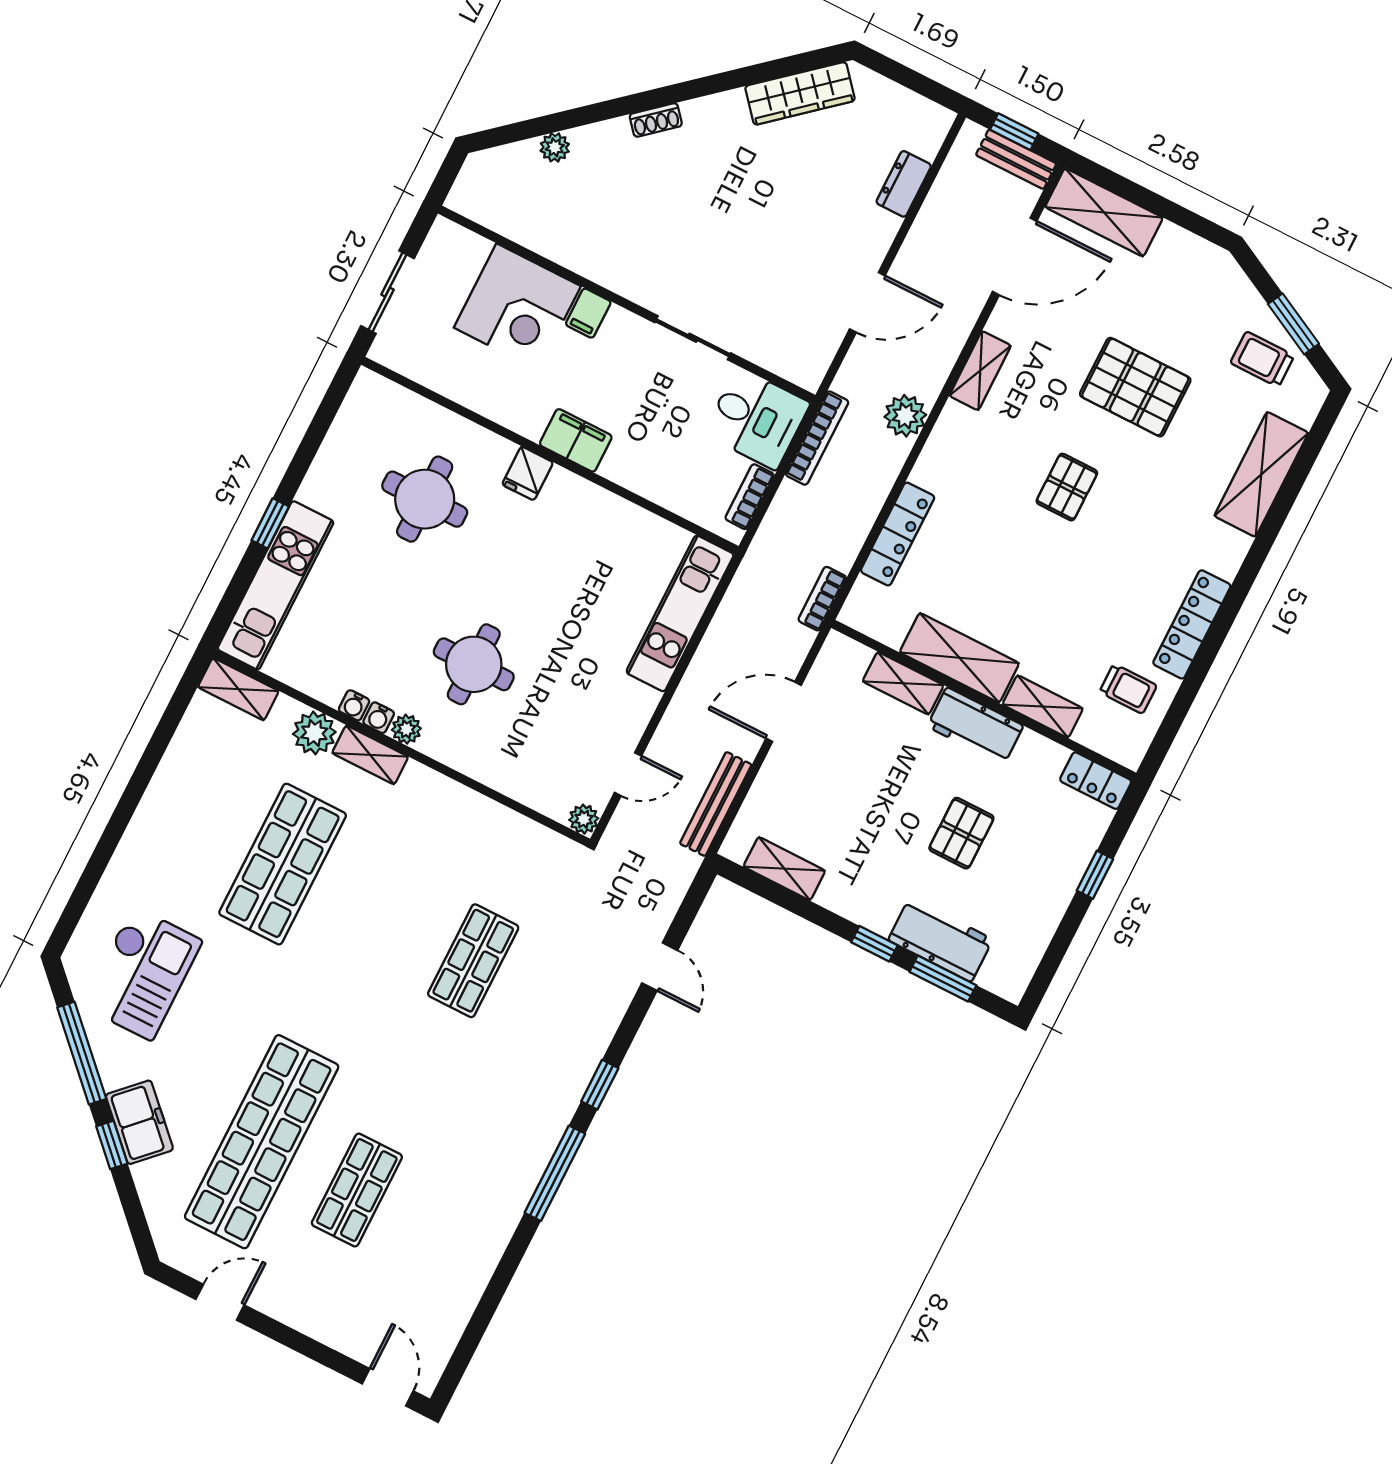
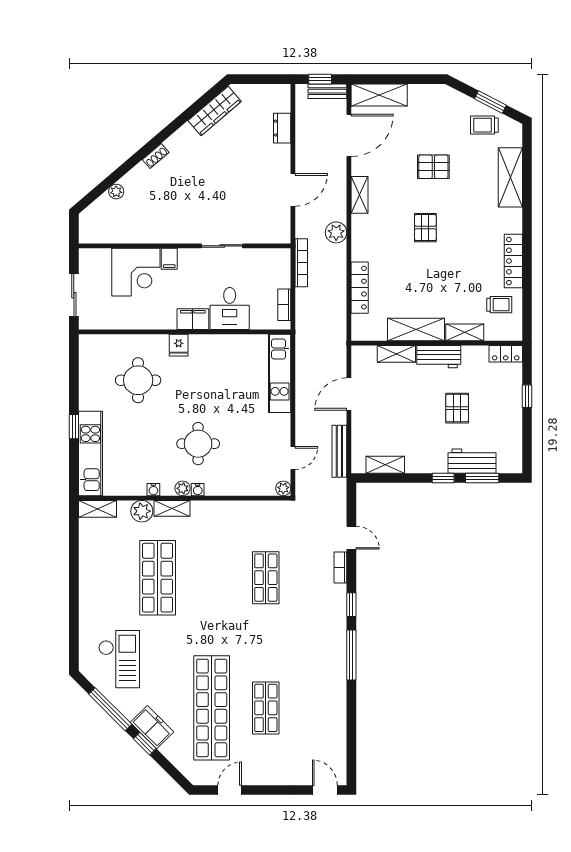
pallet: (1135, 387) -> (433, 167), width x0.67, depth x0.71
desk: (757, 418) -> (230, 308), moved, turned 90
bookcase: (822, 599) -> (340, 567), moved
water cooler: (379, 718) -> (198, 490), moved

